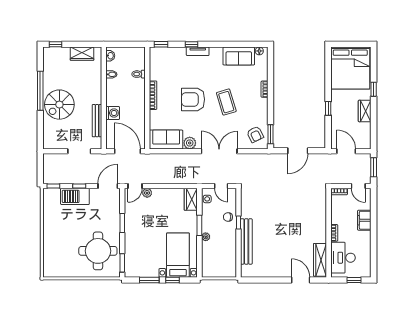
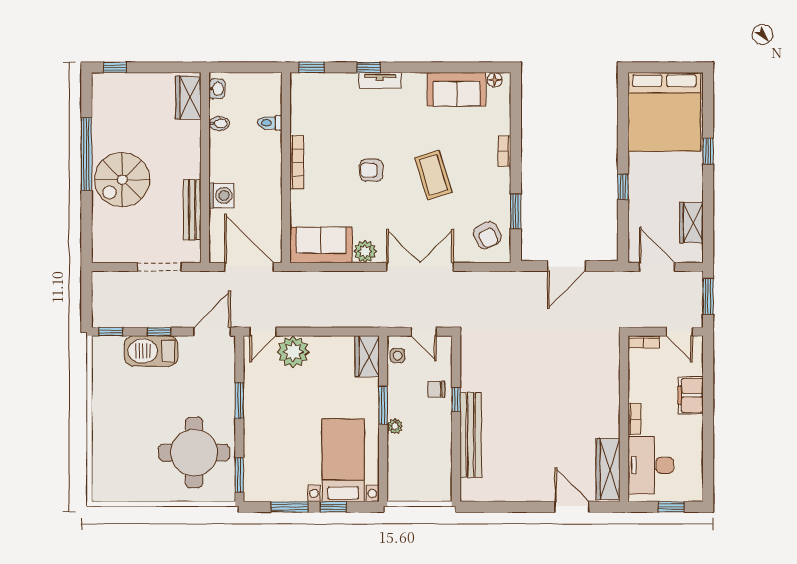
wardrobe: (82, 54) -> (188, 98), moved, turned 90
armchair: (193, 99) -> (371, 170), width x0.53, depth x0.53
wardrobe: (365, 111) -> (691, 223), moved
window: (271, 134) -> (516, 211), moved
plant: (147, 193) -> (293, 352), width x1.88, depth x1.88

